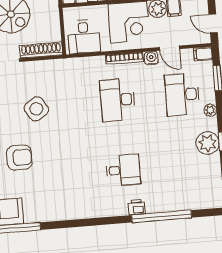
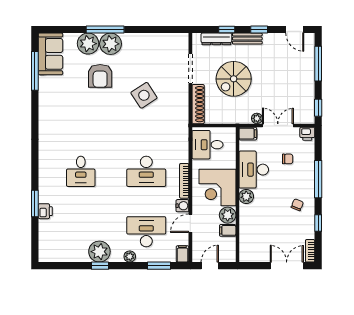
desk: (118, 100) -> (146, 171), turned 180
printer: (137, 207) -> (45, 211), moved
window: (162, 216) -> (35, 203), width x0.47

